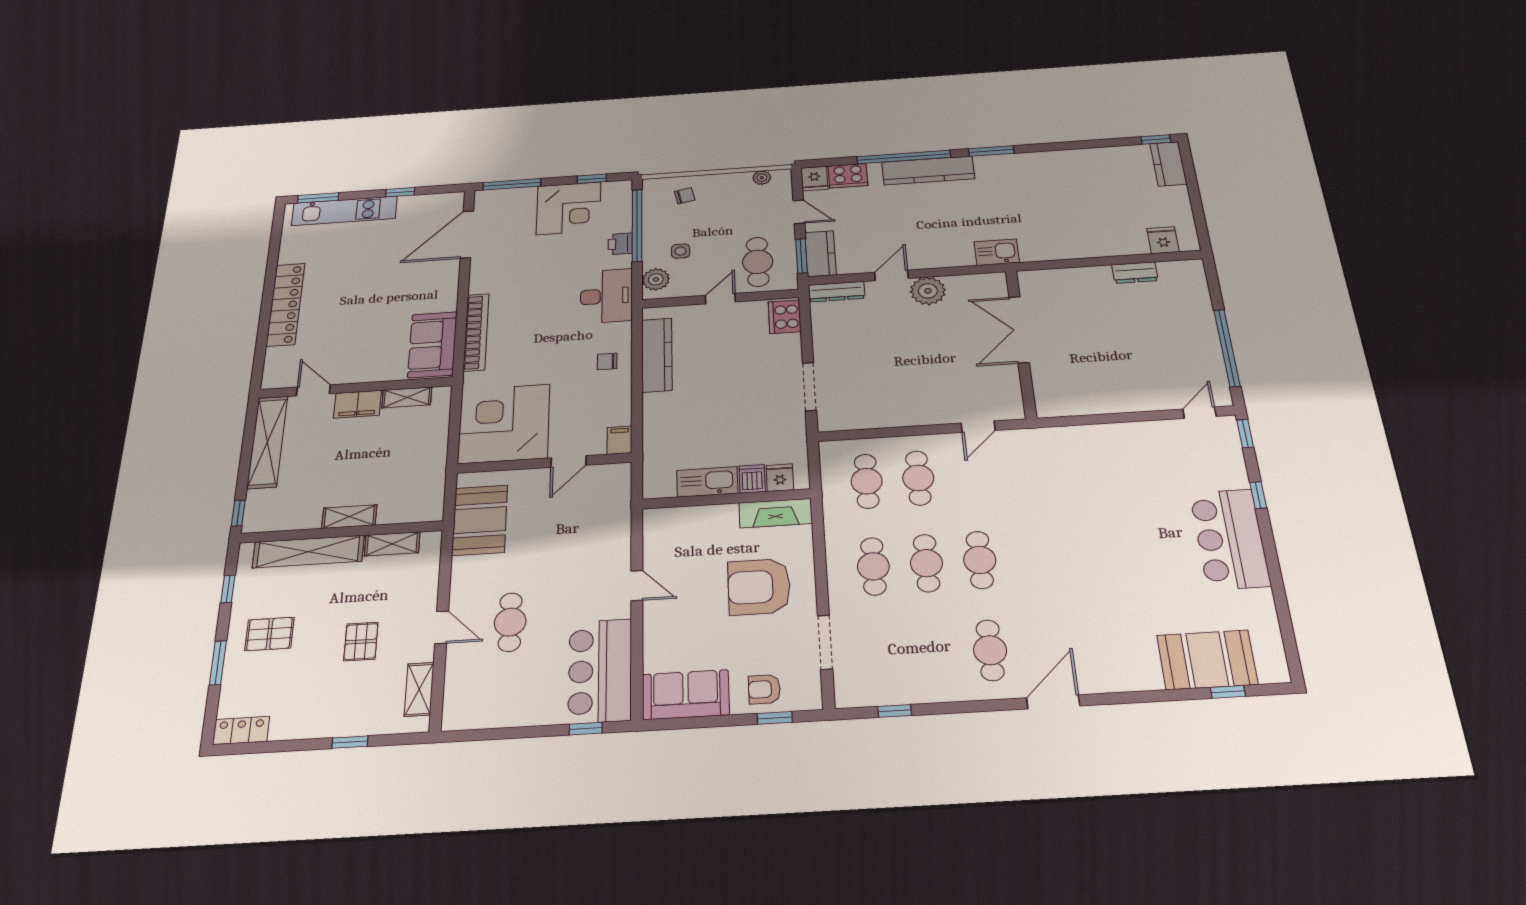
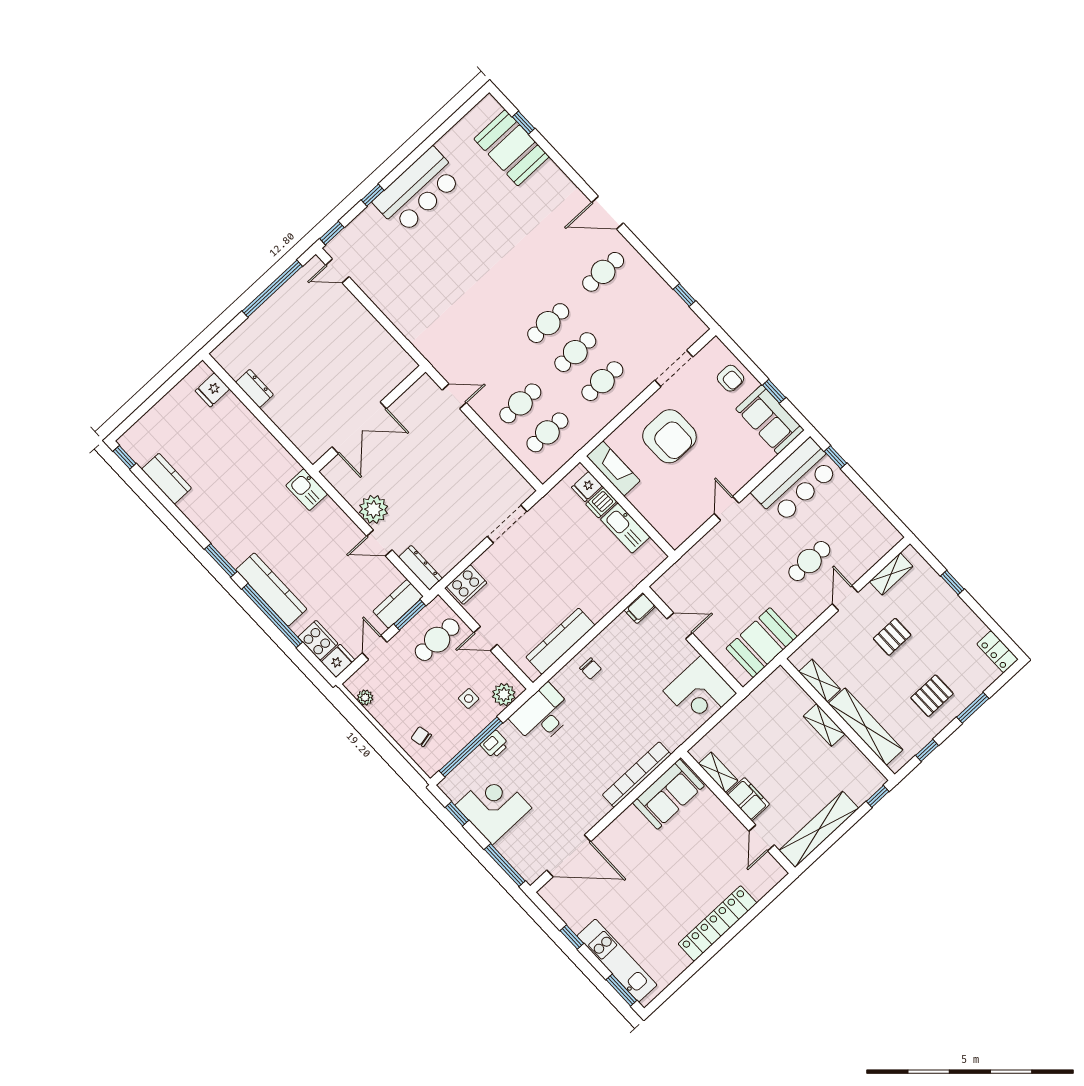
kitchen counter: (1168, 164) -> (167, 479), moved, turned -90
corner desk: (504, 424) -> (700, 692), width x0.74, depth x0.74
pallet: (270, 634) -> (932, 696), turned 90
window: (775, 718) -> (774, 391), moved

